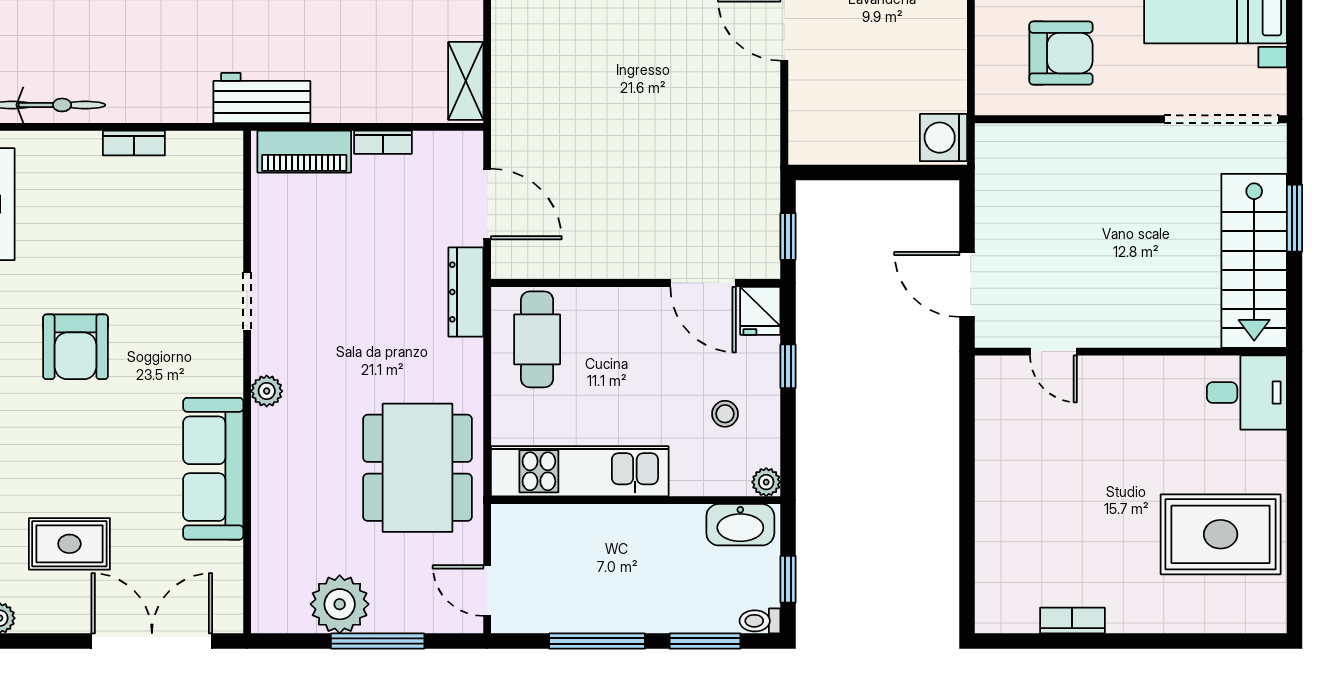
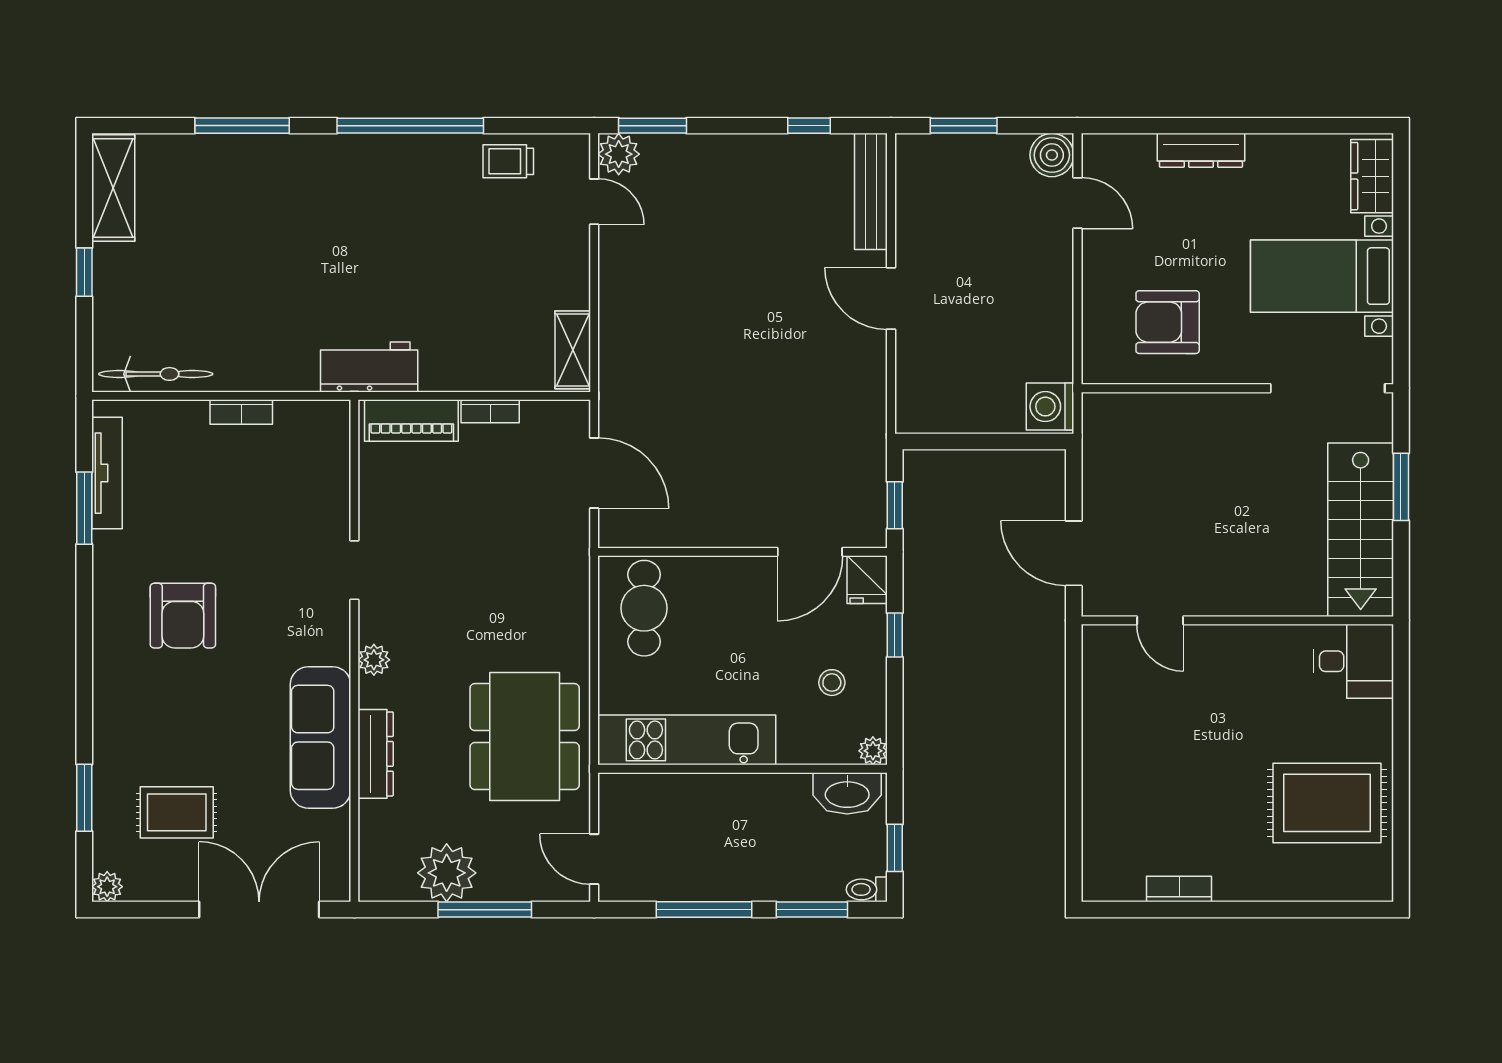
armchair: (1061, 53) -> (1168, 322), turned 180
door: (703, 283) -> (810, 552), hinge flipped
dresser: (466, 292) -> (376, 754), moved, turned 180

